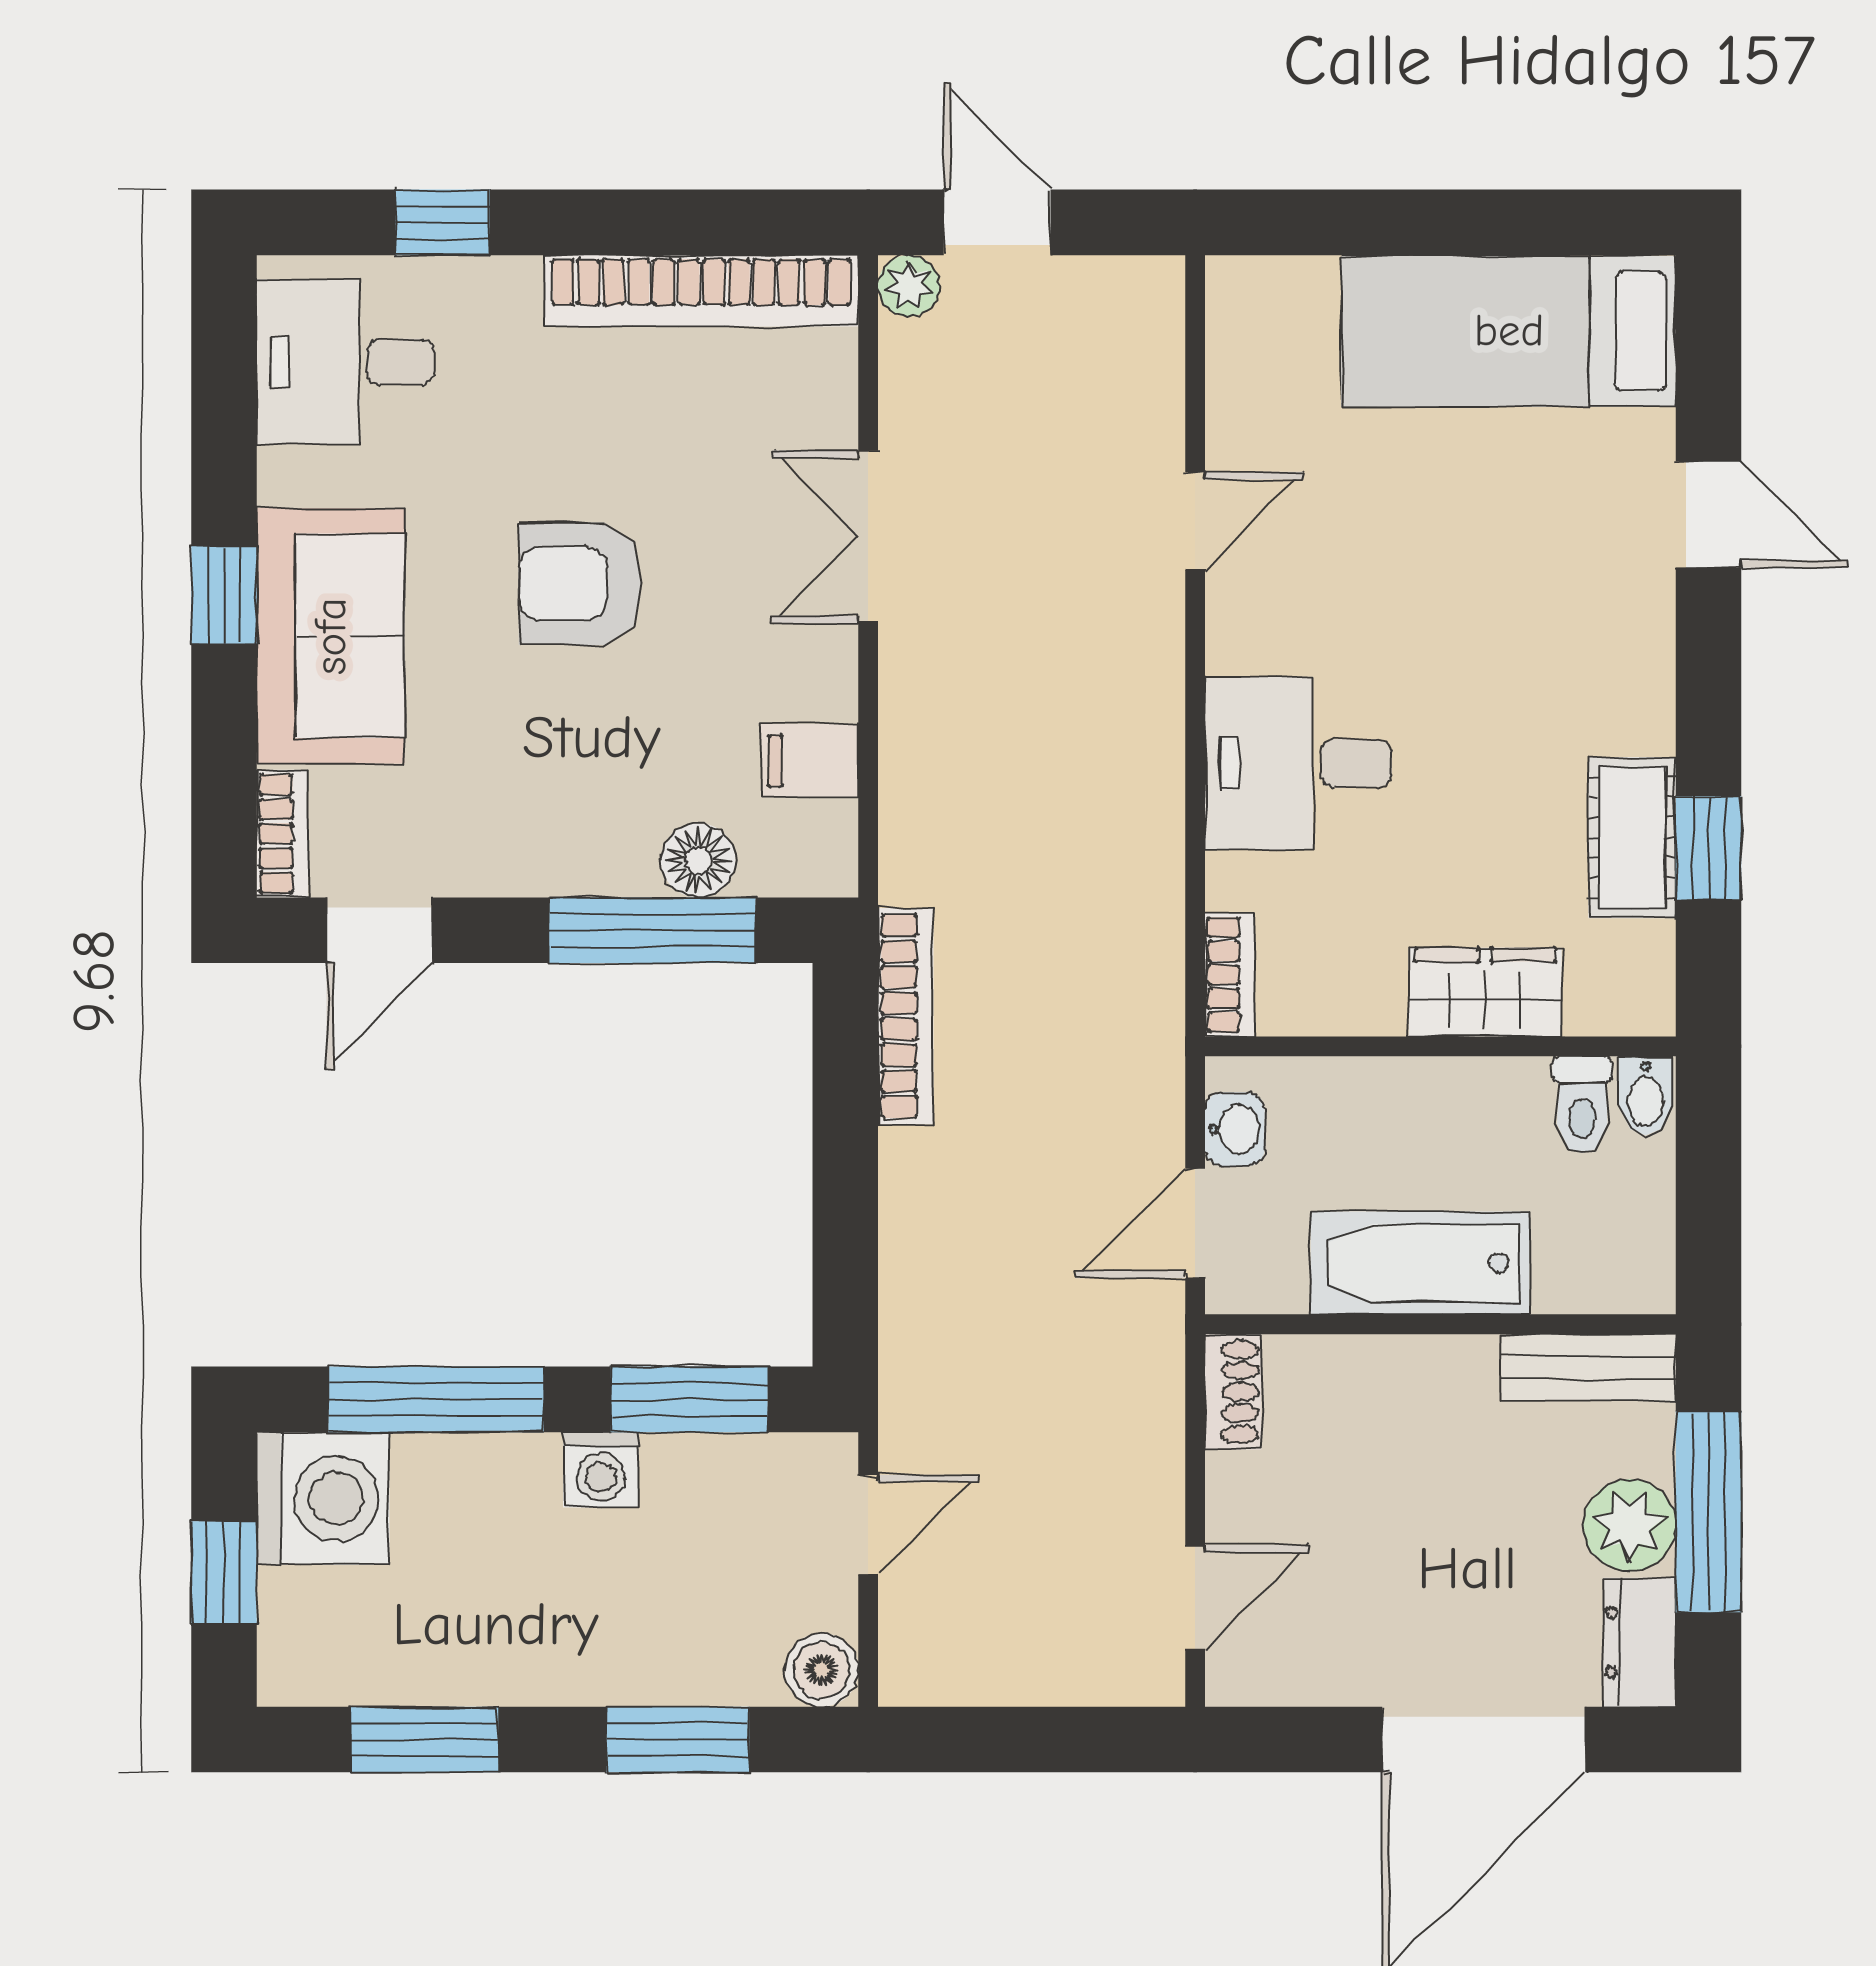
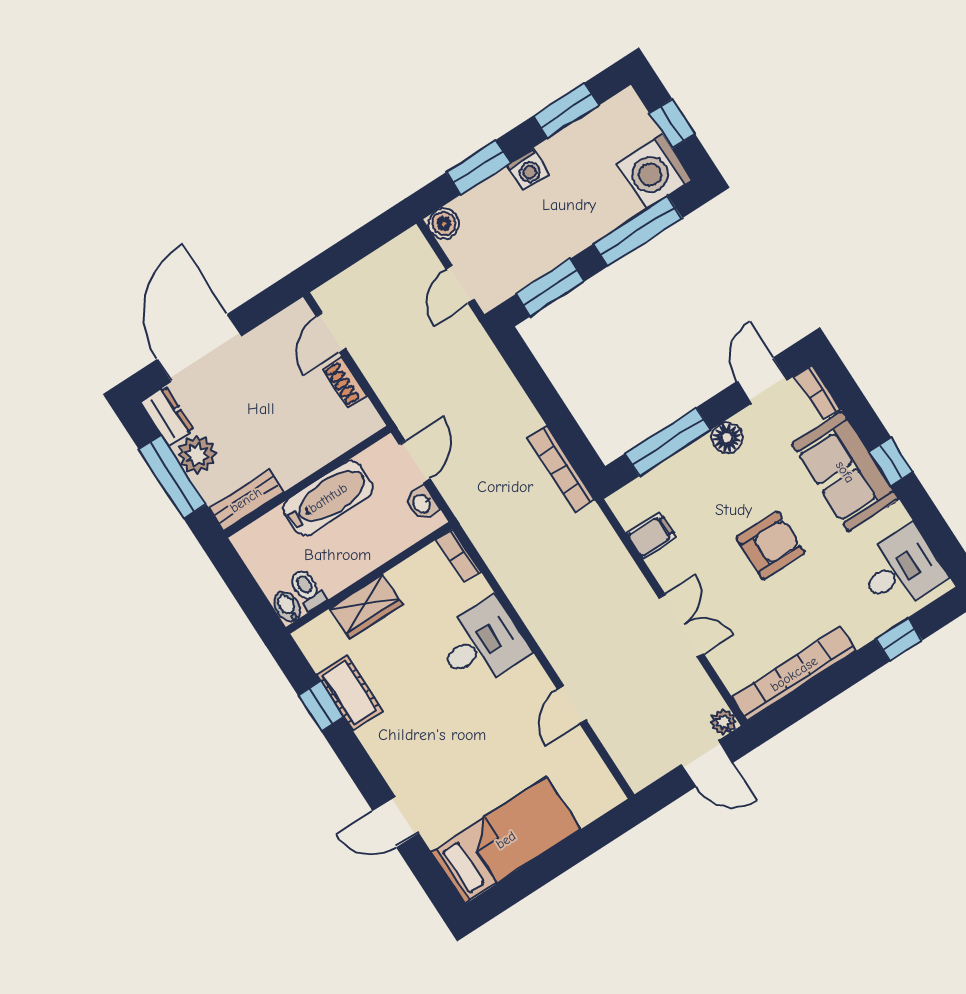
floor lamp: (698, 860) -> (727, 438), moved
shoe rack: (1233, 1392) -> (345, 382), moved
washing machine: (601, 1470) -> (528, 170), moved, turned 180

